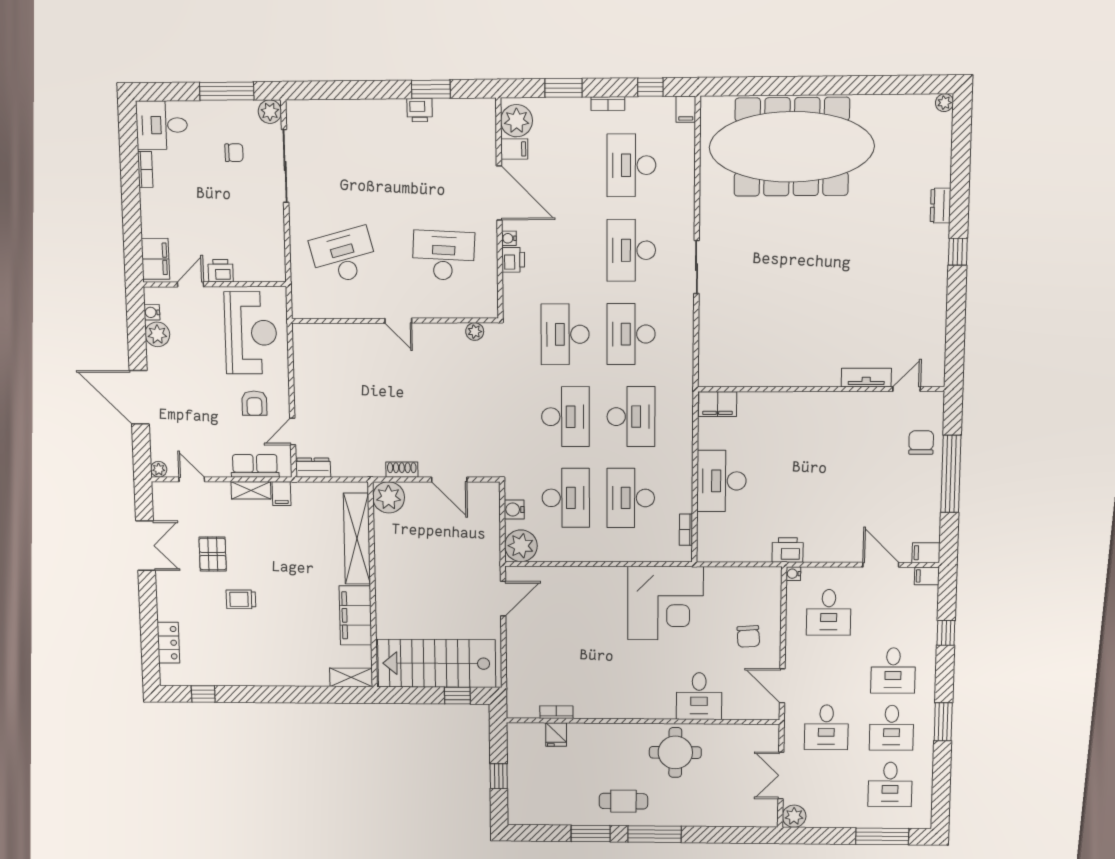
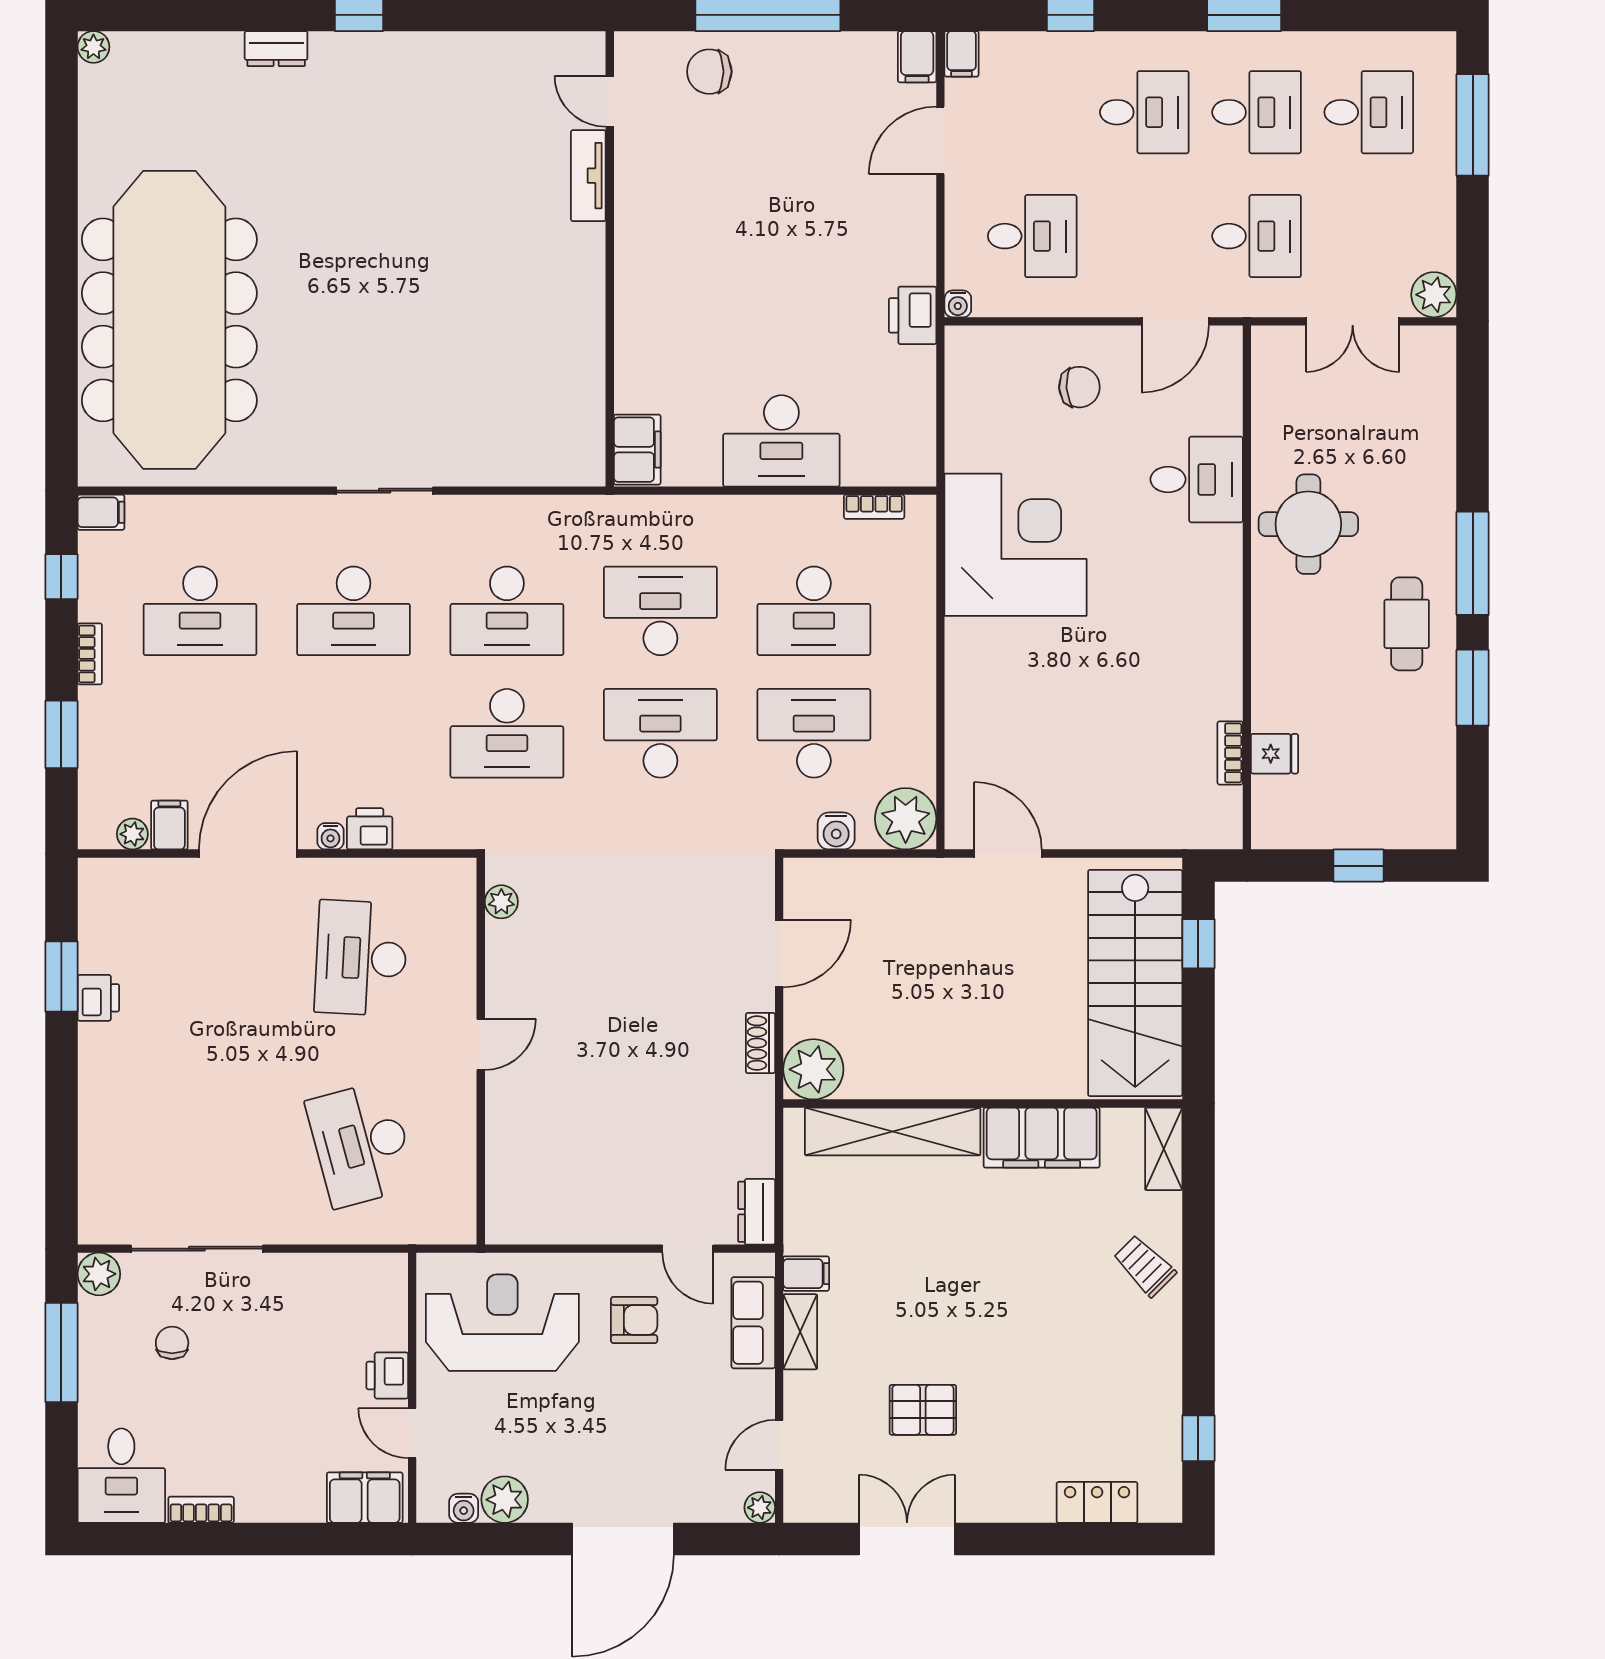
plant: (517, 121) -> (132, 834), width x0.53, depth x0.53
trolley: (241, 599) -> (1145, 1266), moved, turned 135

